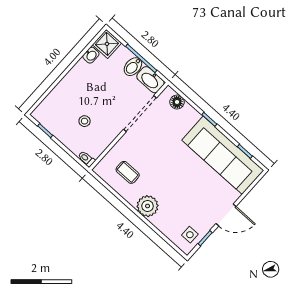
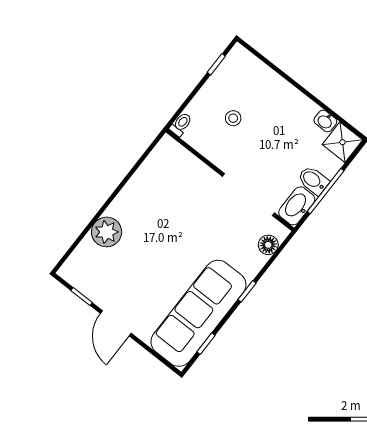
coffee table: (128, 172) -> (166, 183), removed
plant: (148, 206) -> (107, 232), moved
side table: (190, 235) -> (85, 275), removed

